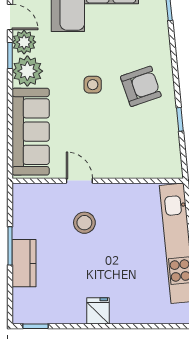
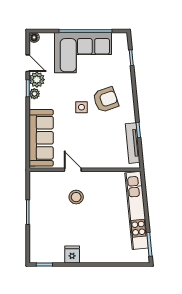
plant: (27, 71) -> (34, 94), width x0.53, depth x0.53
armchair: (141, 86) -> (106, 100), moved
tv unit: (171, 140) -> (133, 143), added
kitchen counter: (24, 263) -> (37, 223), removed
fridge: (98, 311) -> (72, 254), moved

